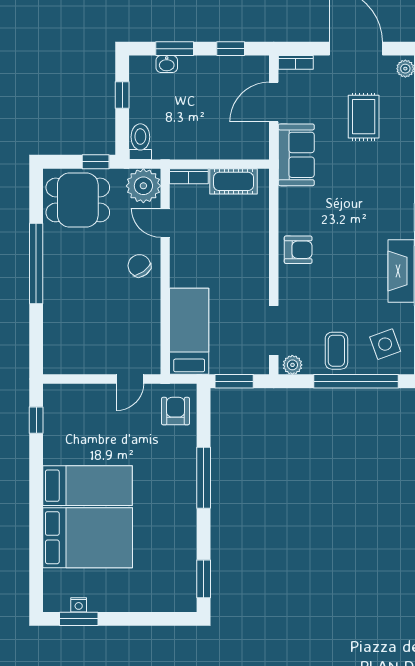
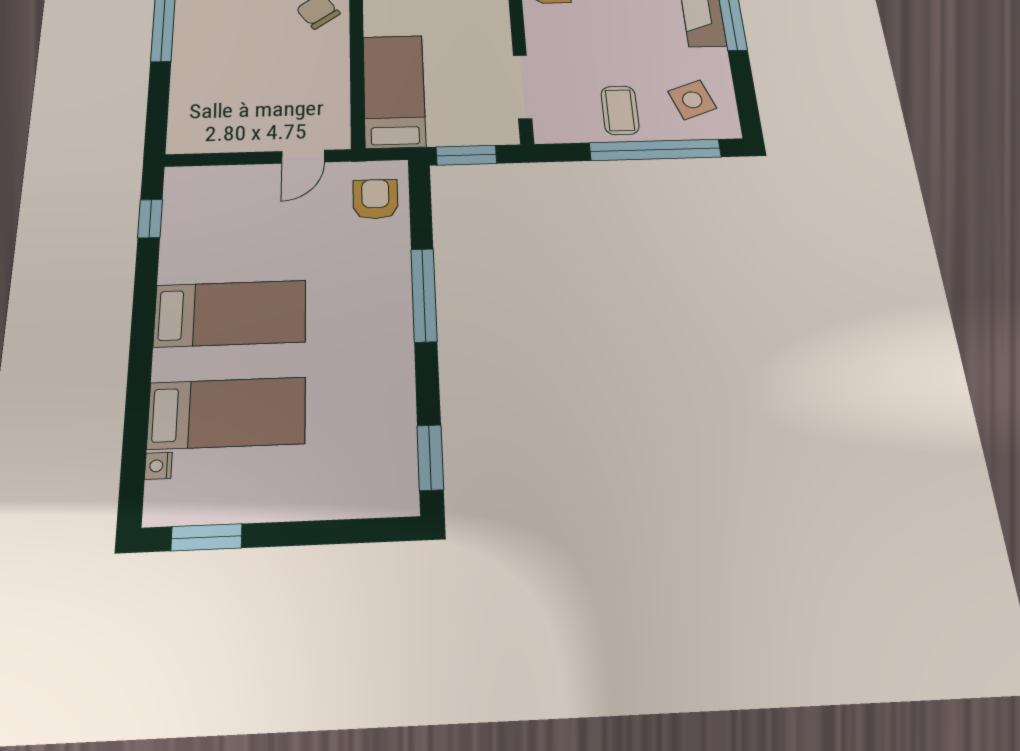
plant: (292, 365) -> (555, 131), removed
bed: (88, 538) -> (227, 413), width x0.67
nightstand: (79, 605) -> (158, 466), moved, turned 90

